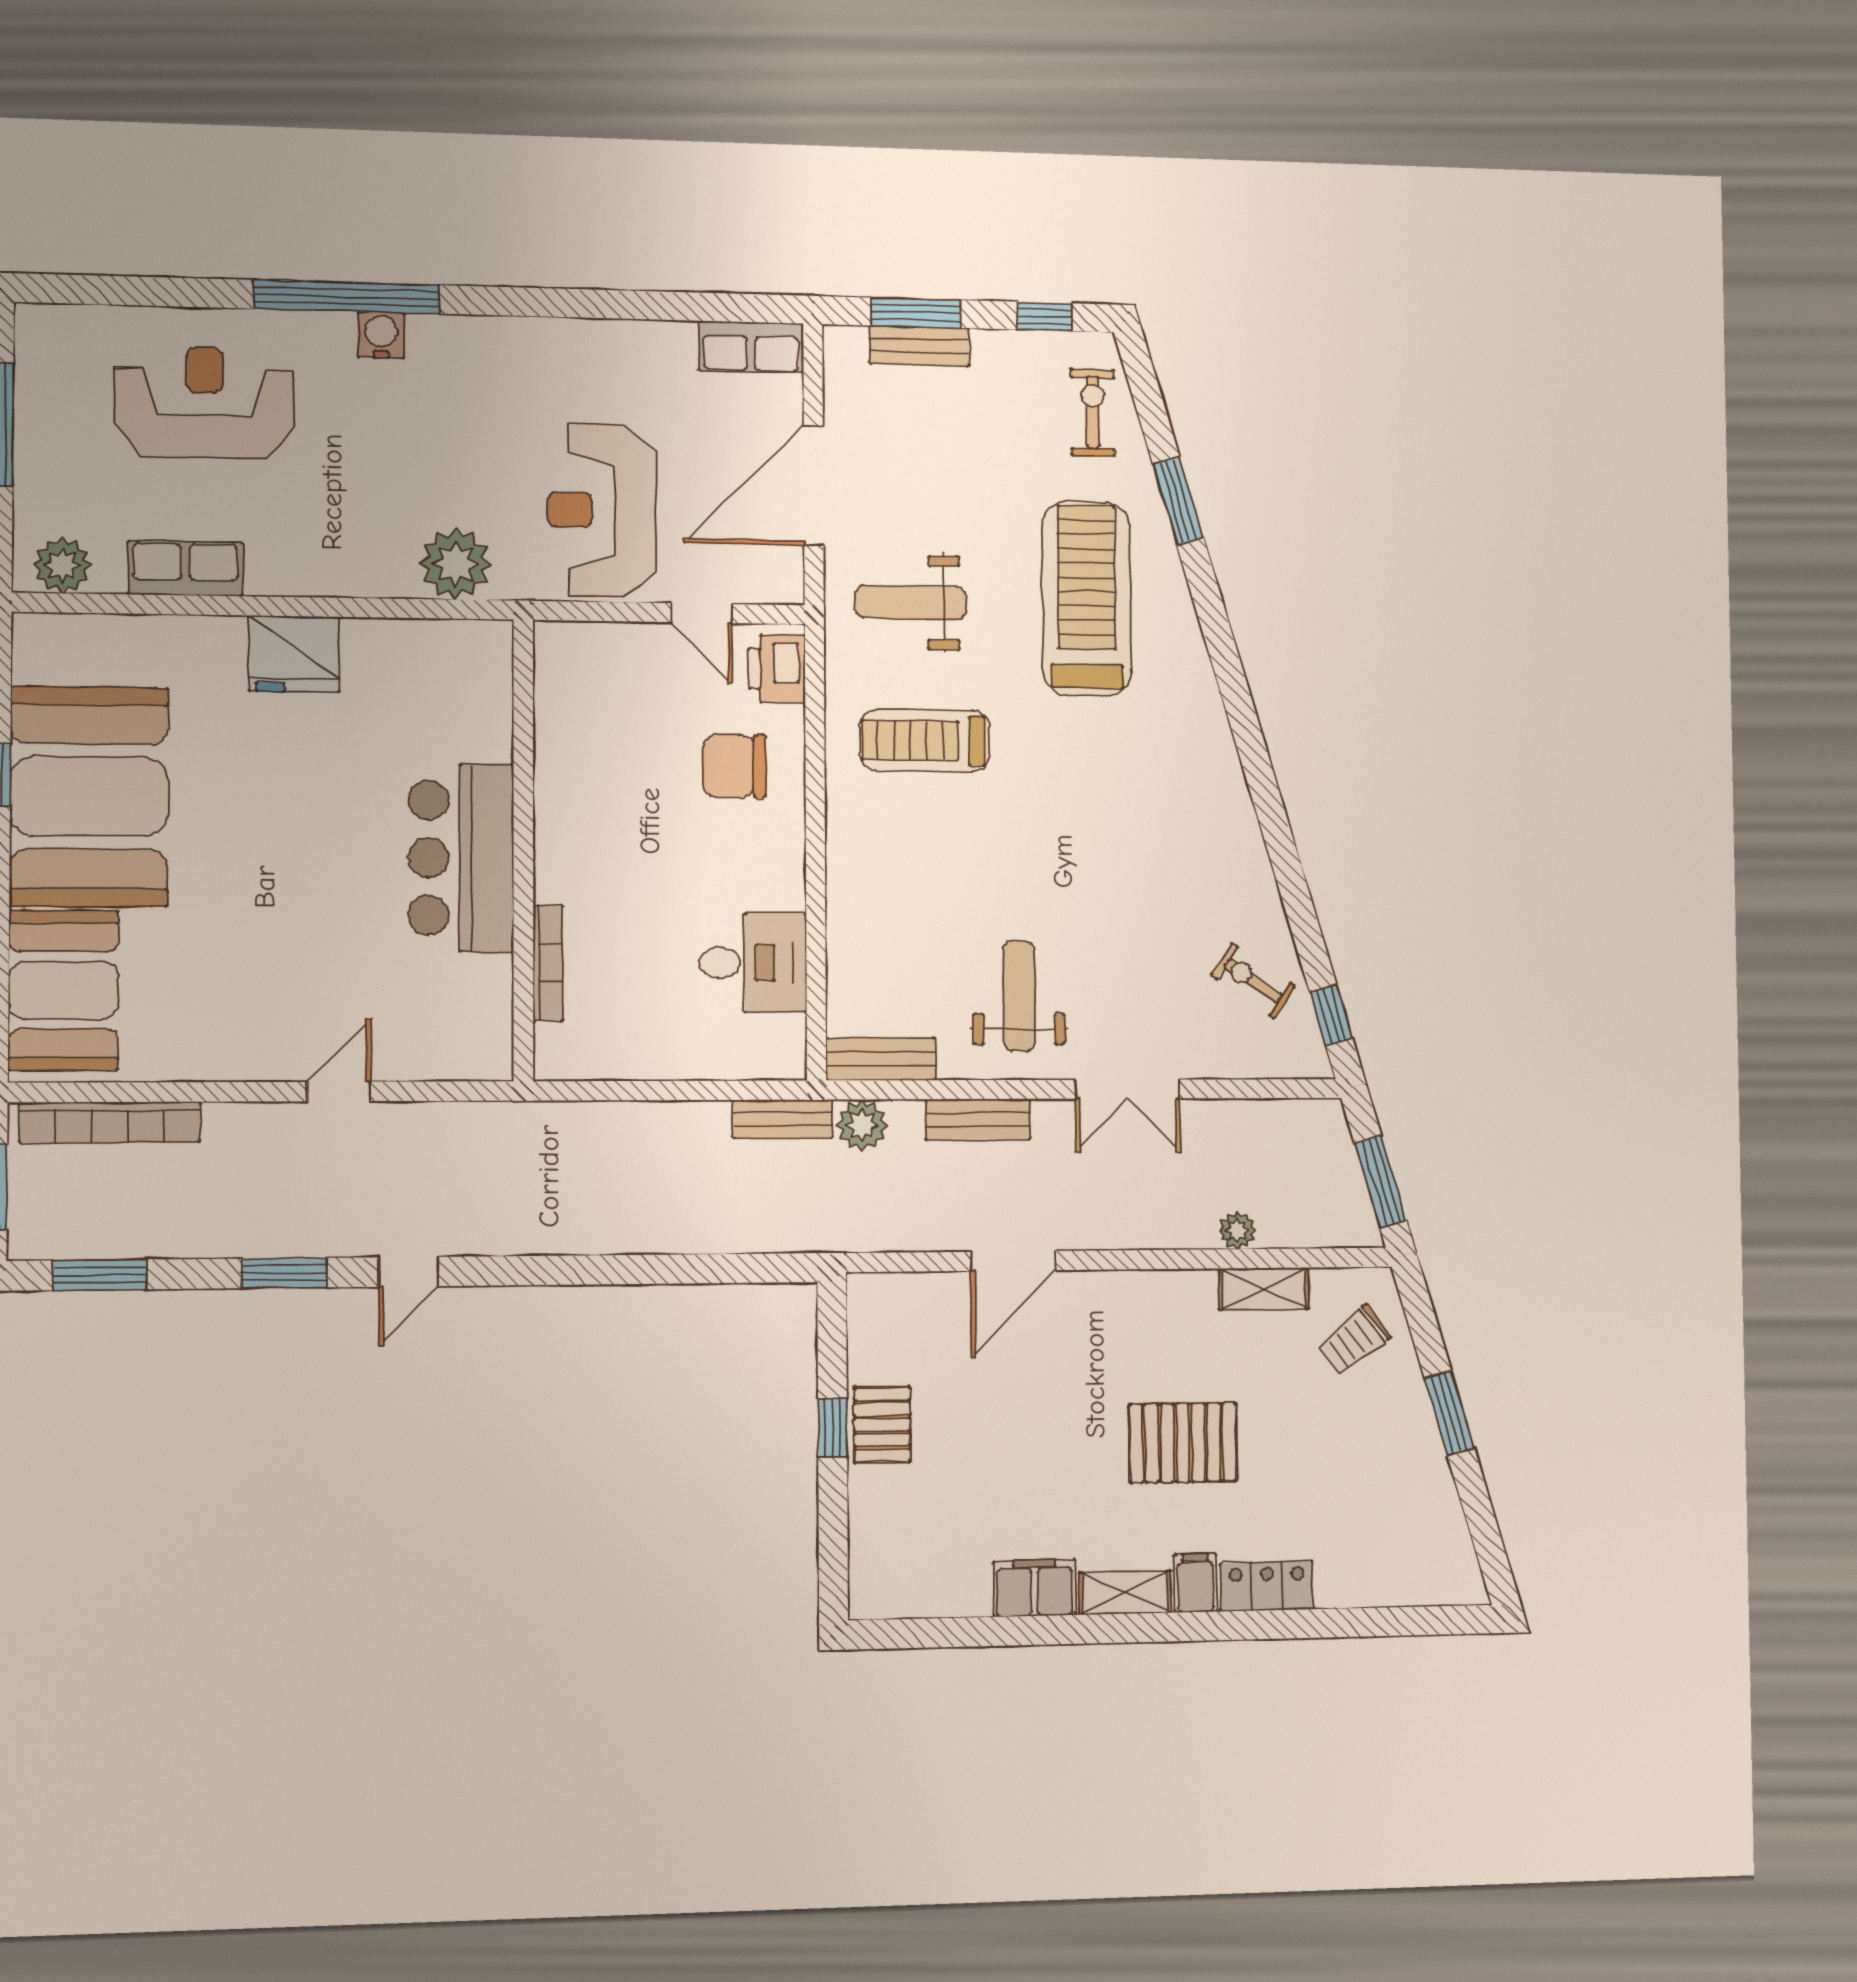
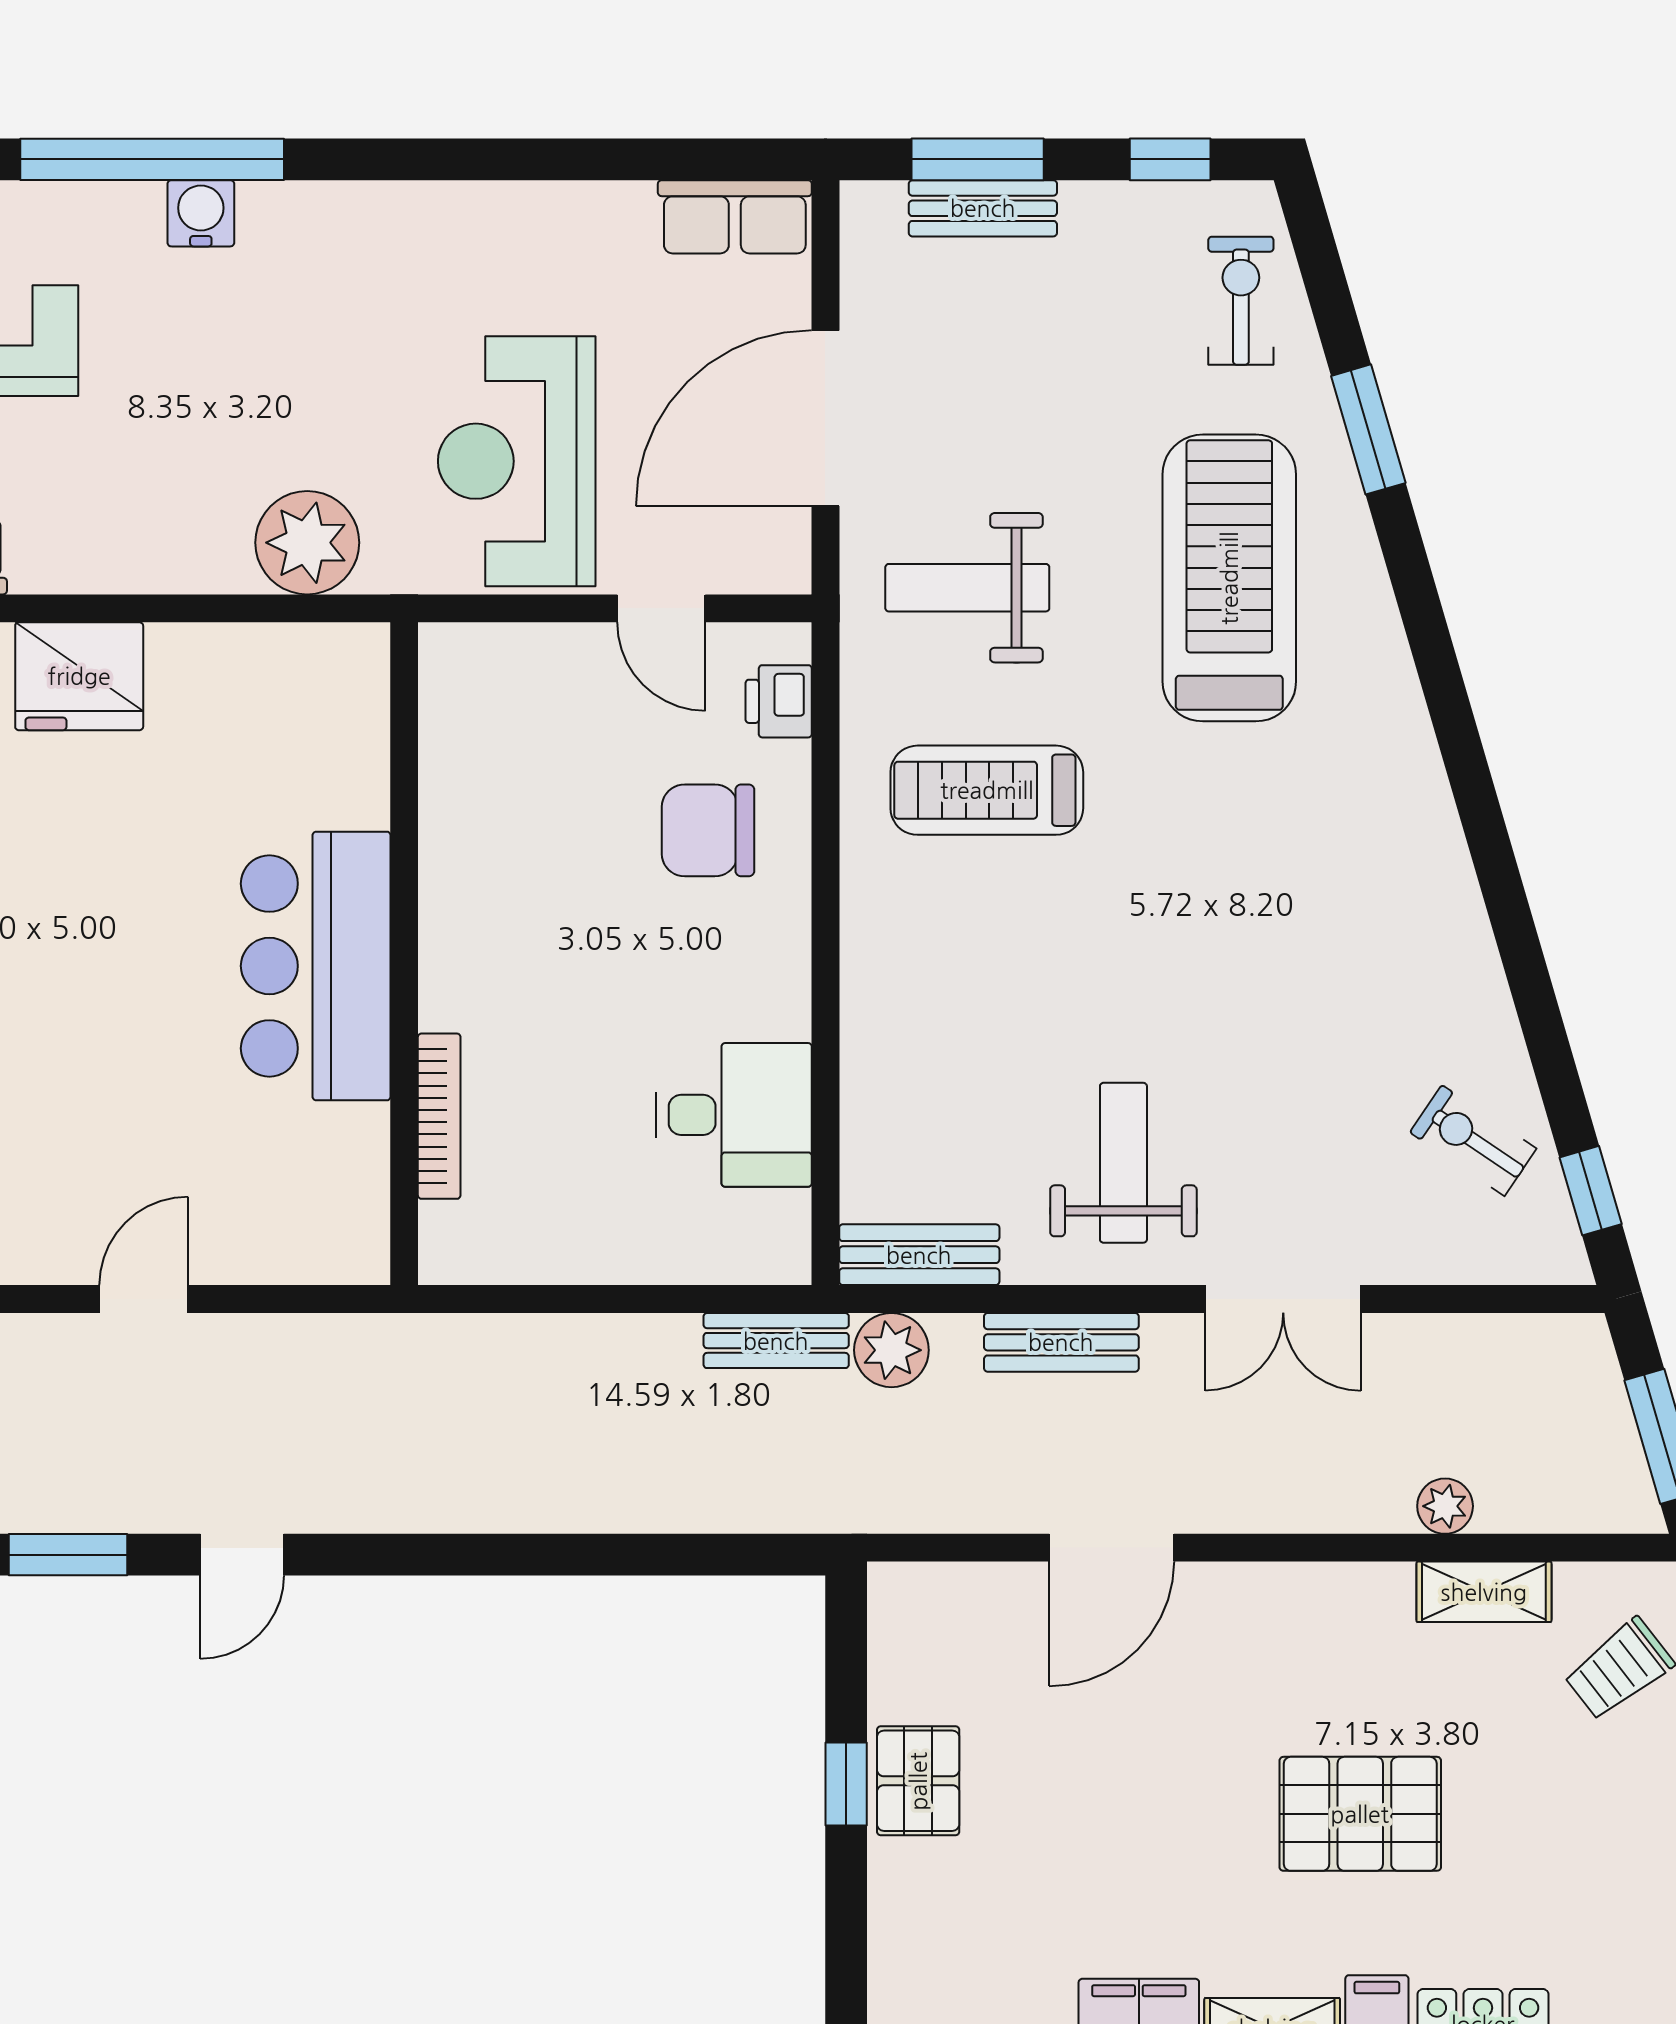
printer: (777, 669) -> (779, 701), width x0.73, depth x0.81

